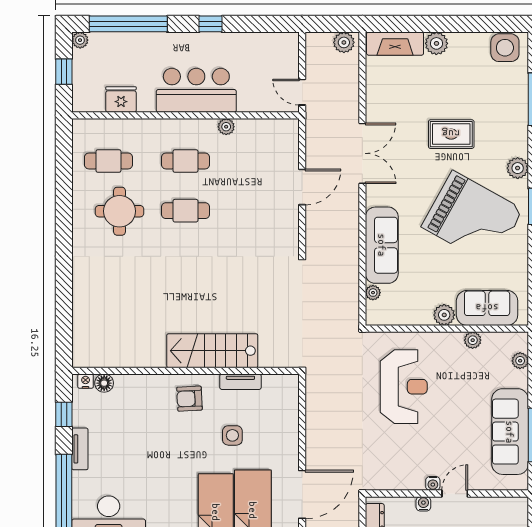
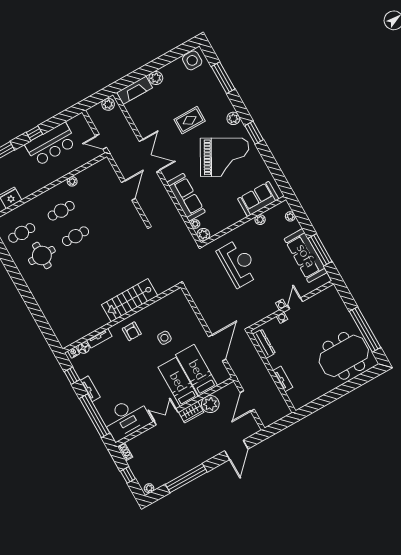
bar counter: (196, 90) -> (51, 144), moved, turned 180
plant: (444, 315) -> (203, 235), moved
tv unit: (240, 382) -> (99, 338), moved
armchair: (189, 399) -> (132, 331), turned -87

